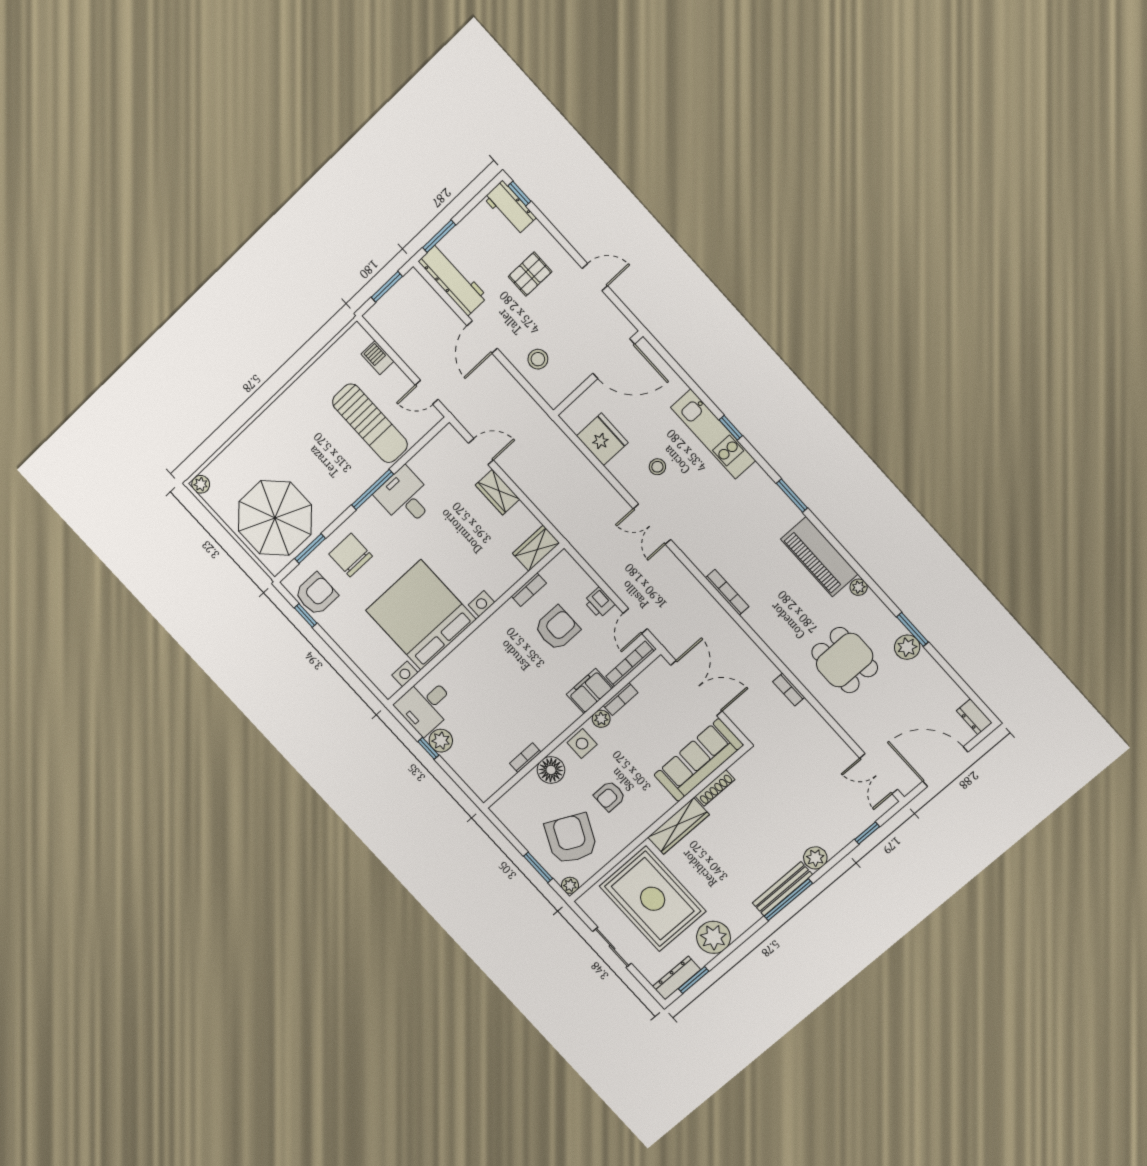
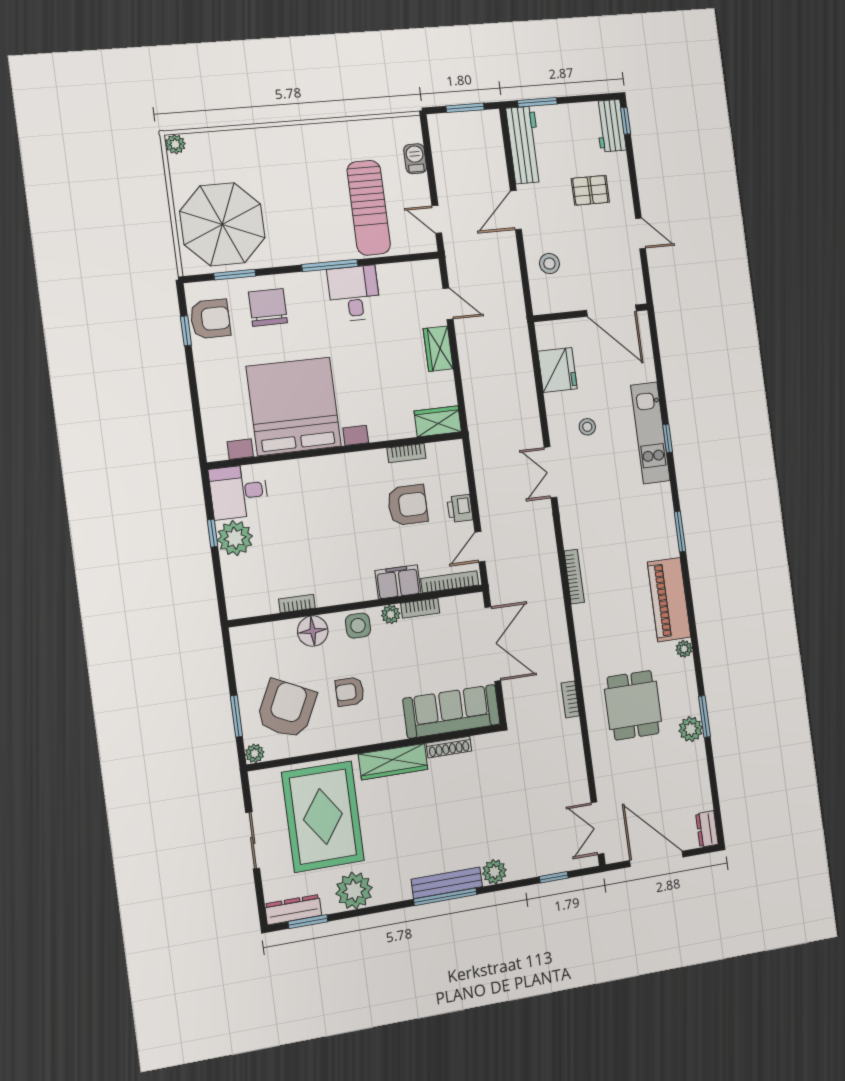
plant: (441, 741) -> (235, 538), width x1.36, depth x1.36

